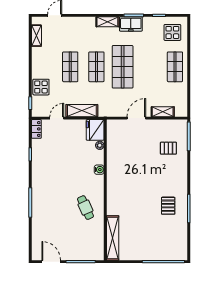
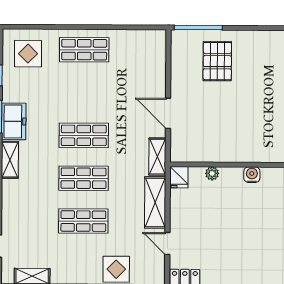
shop shelf: (123, 67) -> (84, 135), width x0.70, depth x0.74
shelving: (163, 112) -> (157, 157), moved
fridge: (95, 130) -> (179, 177), width x0.53, depth x0.75
pallet: (168, 148) -> (217, 61), width x1.50, depth x1.42

